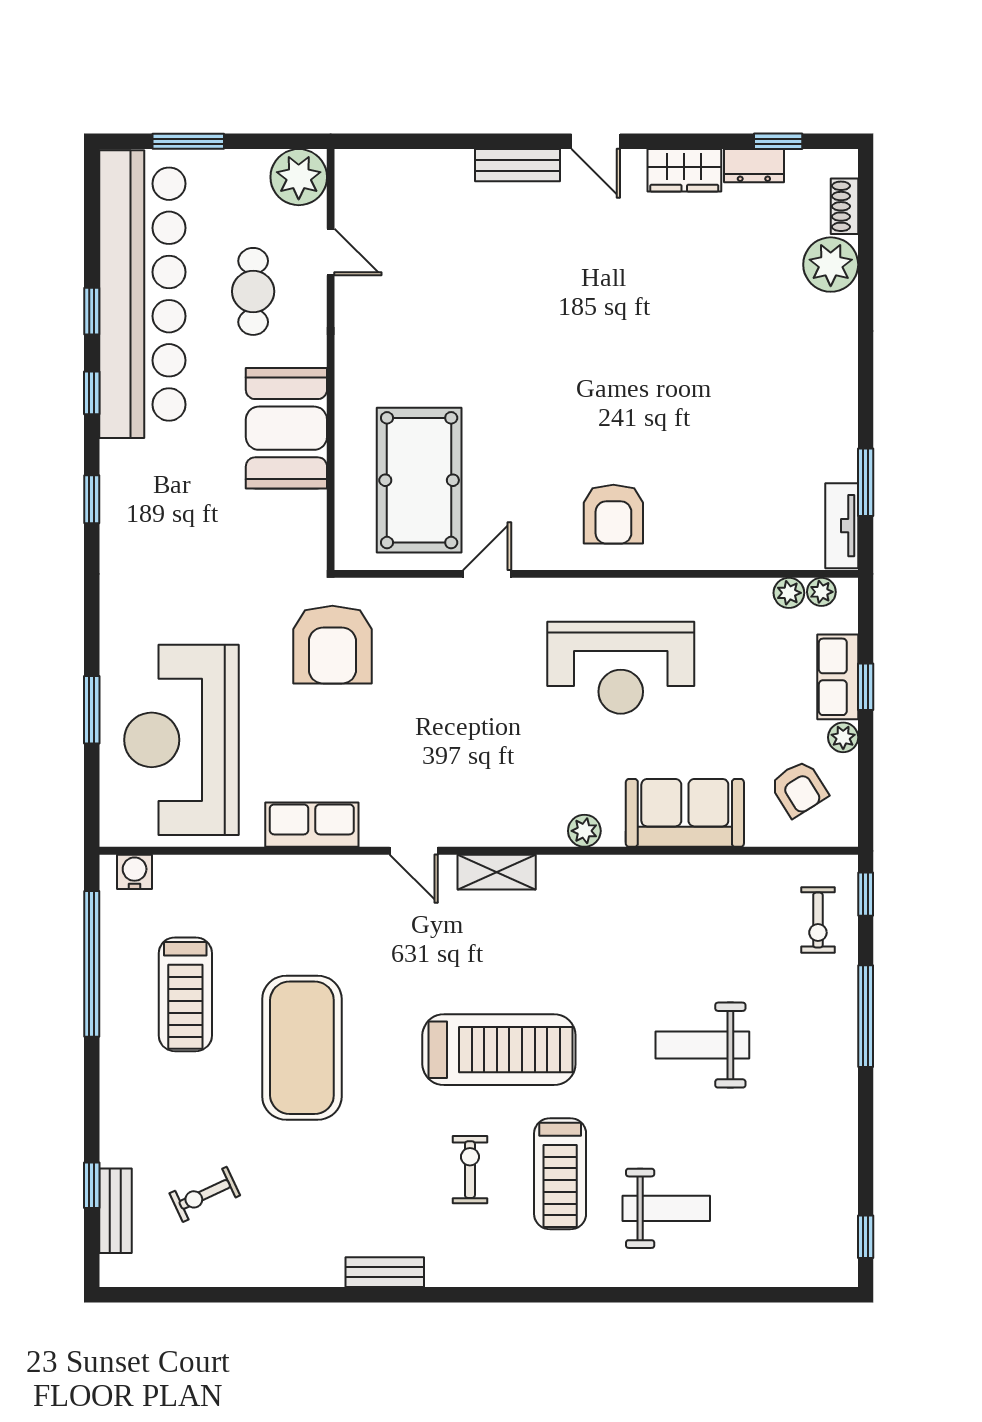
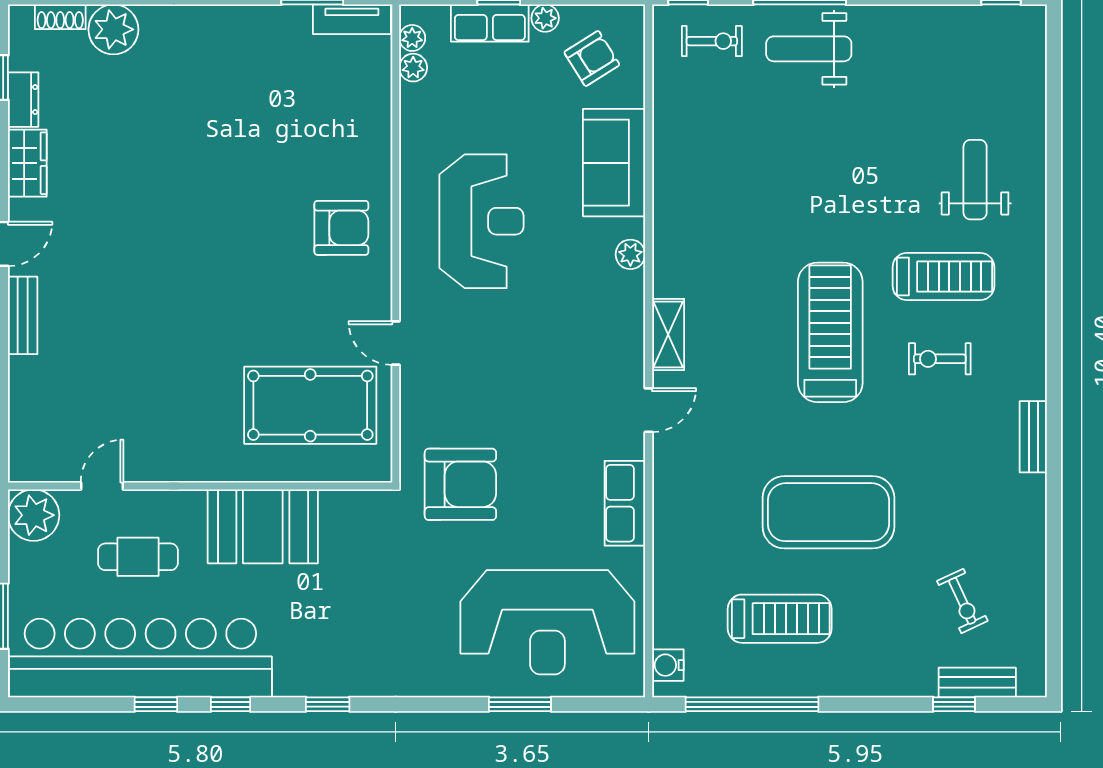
weight bench: (702, 1045) -> (809, 49), moved, turned 90

